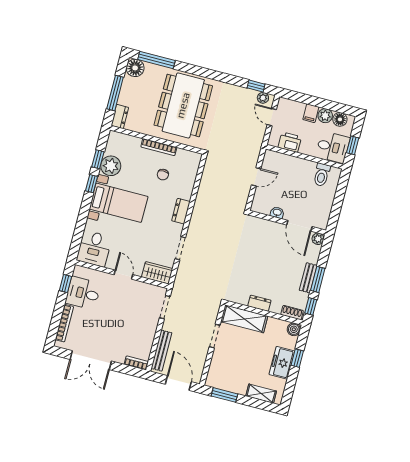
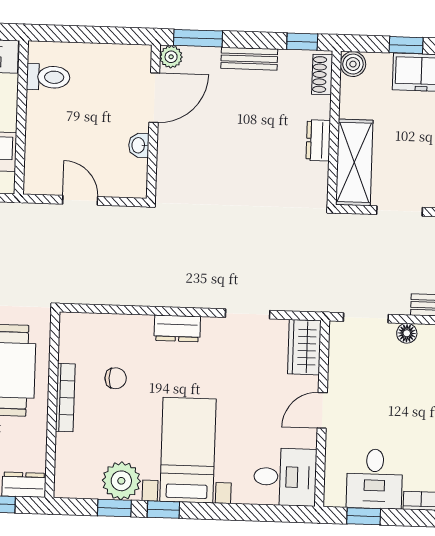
window: (318, 279) -> (198, 38), moved
floor lamp: (152, 326) -> (407, 333), added

